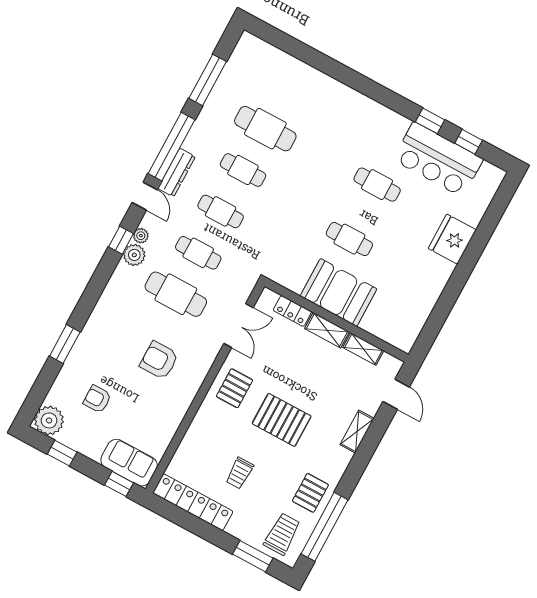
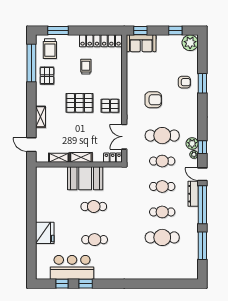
locker: (292, 311) -> (113, 158), moved
pallet: (235, 388) -> (110, 106), turned 90
armchair: (97, 399) -> (184, 82), moved

